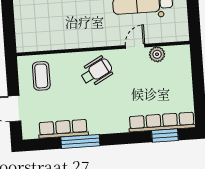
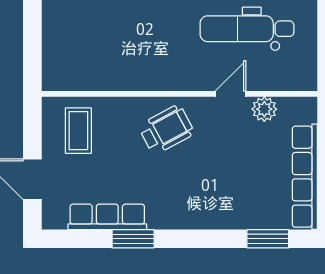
row of seats: (162, 122) -> (305, 177), moved, turned -90
window: (80, 141) -> (133, 239), width x0.69

